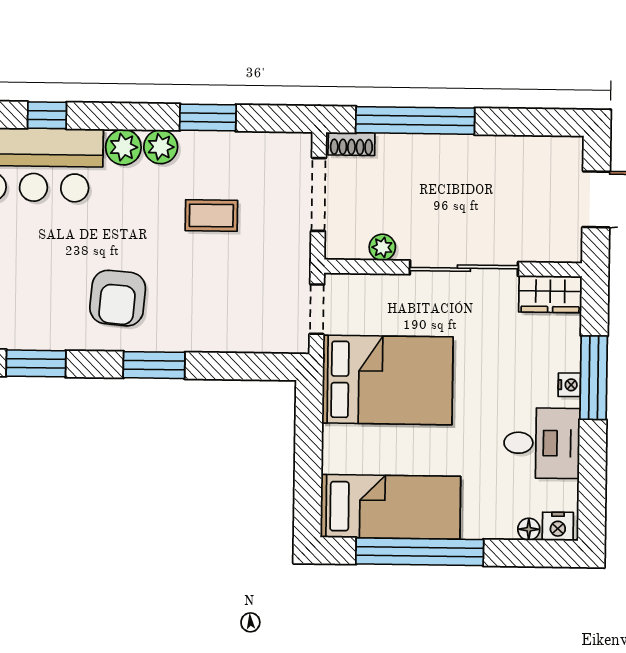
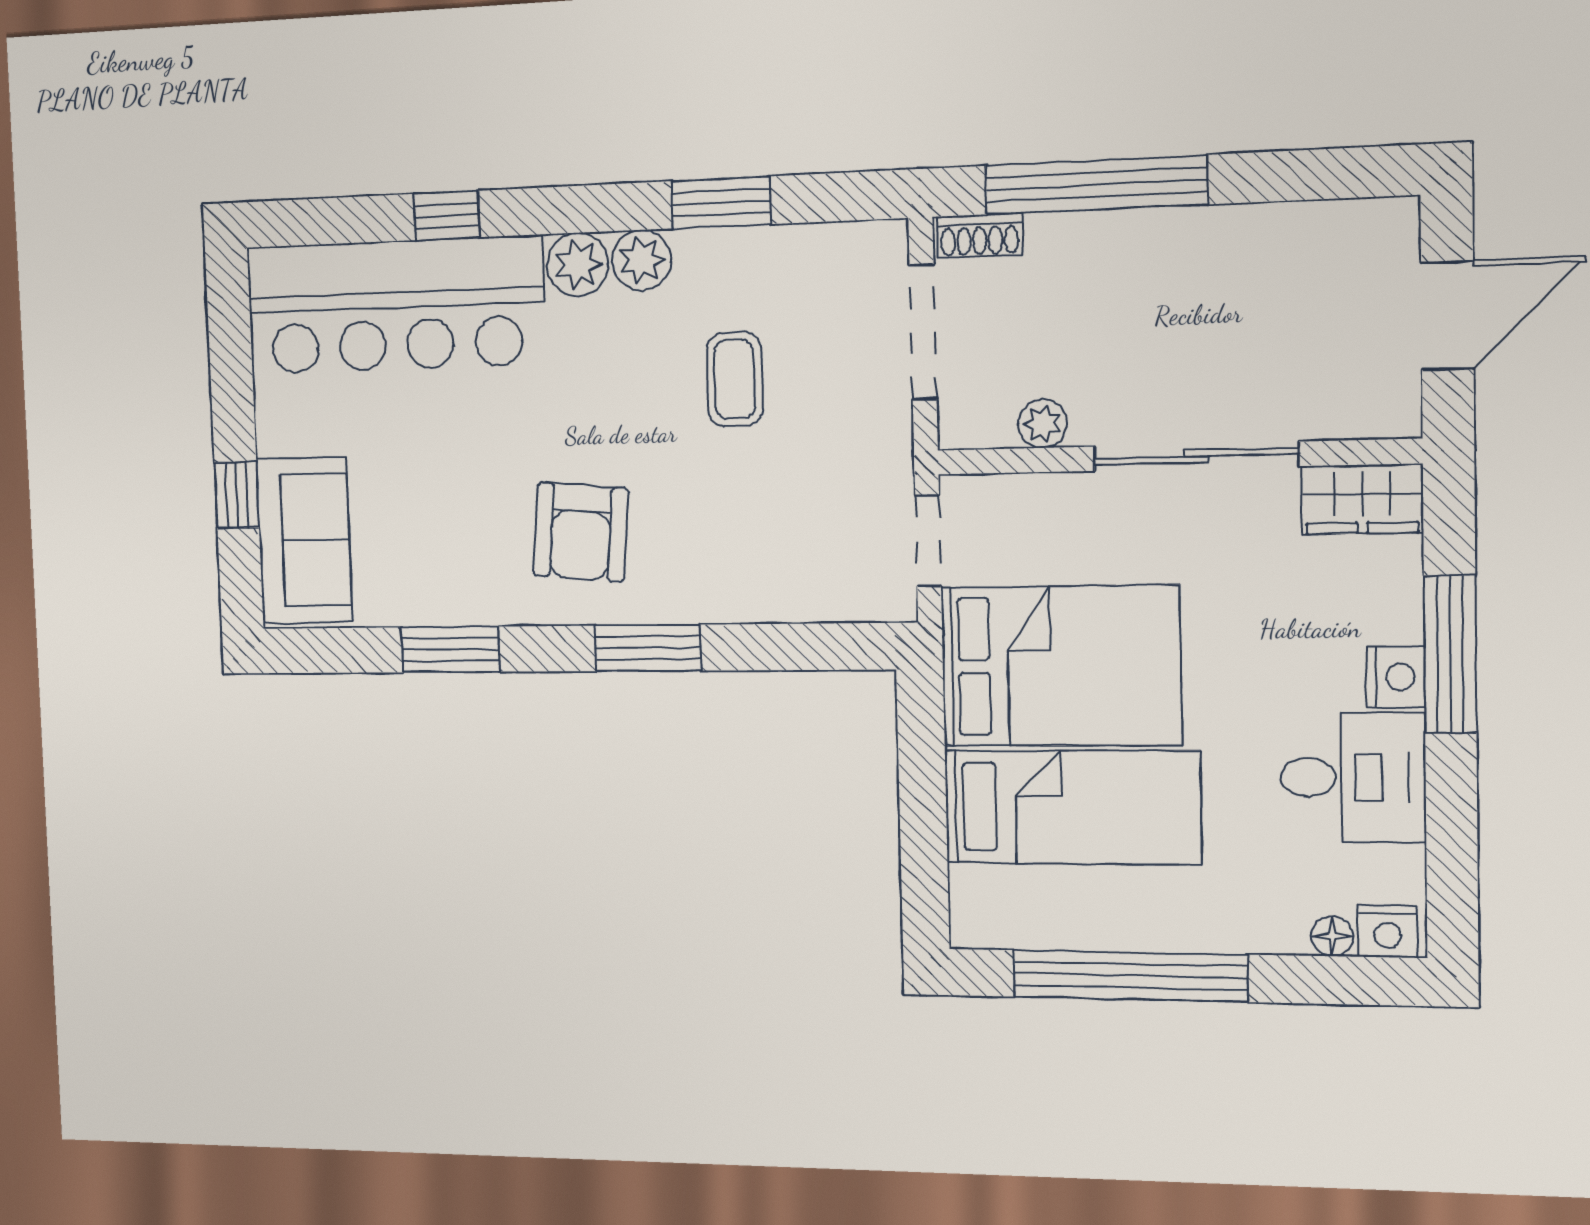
coffee table: (211, 216) -> (735, 379), turned 90
nightstand: (569, 385) -> (1396, 677), width x1.39, depth x1.35
bed: (390, 507) -> (1072, 807), moved

